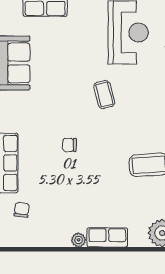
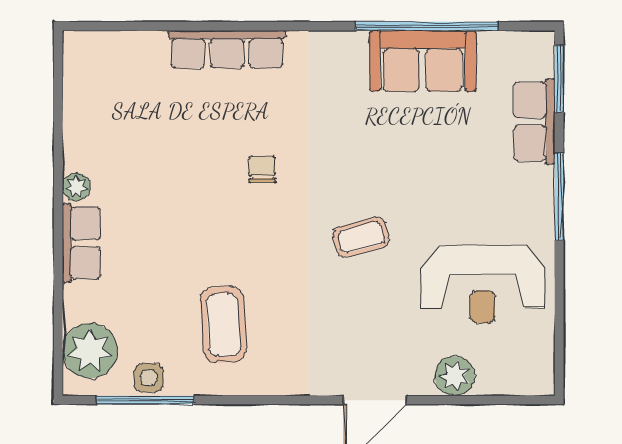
chair: (22, 210) -> (135, 76), removed

